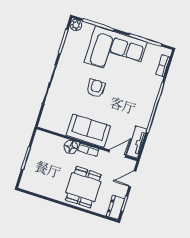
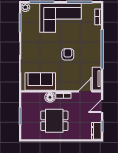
armchair: (96, 88) -> (68, 54), moved
sofa: (88, 131) -> (40, 81), moved
dining table: (83, 187) -> (54, 121), moved, turned 90

